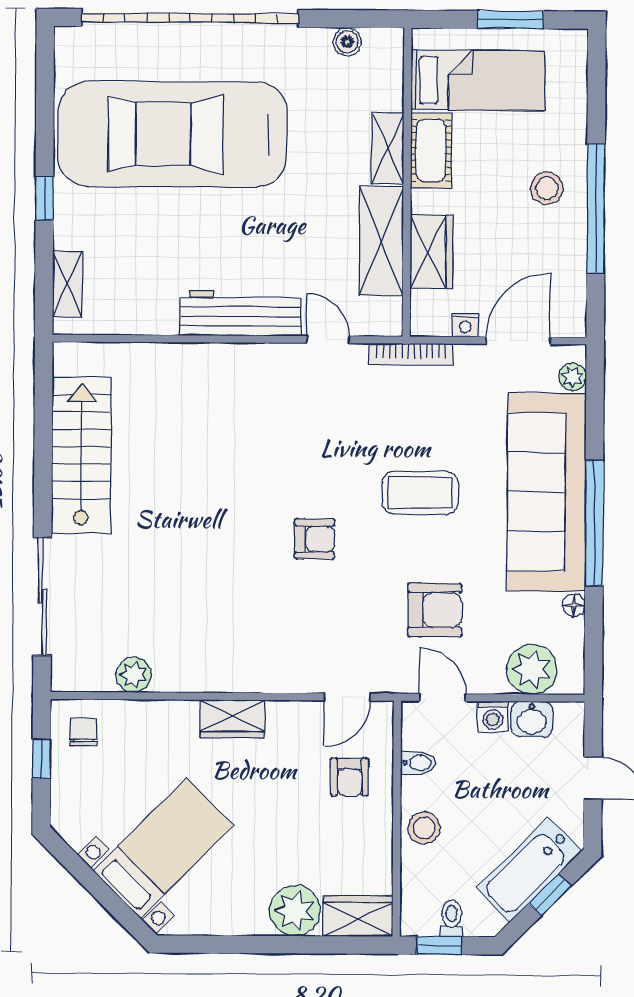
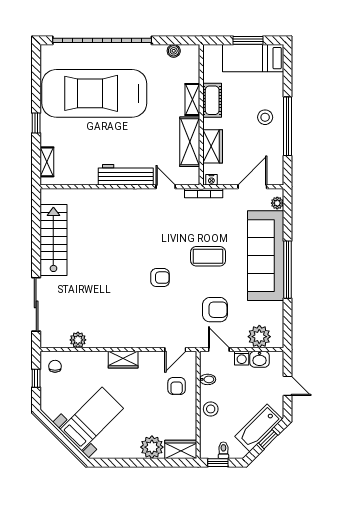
bed: (478, 80) -> (253, 58), moved, turned 180
nightstand: (465, 325) -> (211, 180), moved
floor lamp: (574, 605) -> (278, 307), removed

